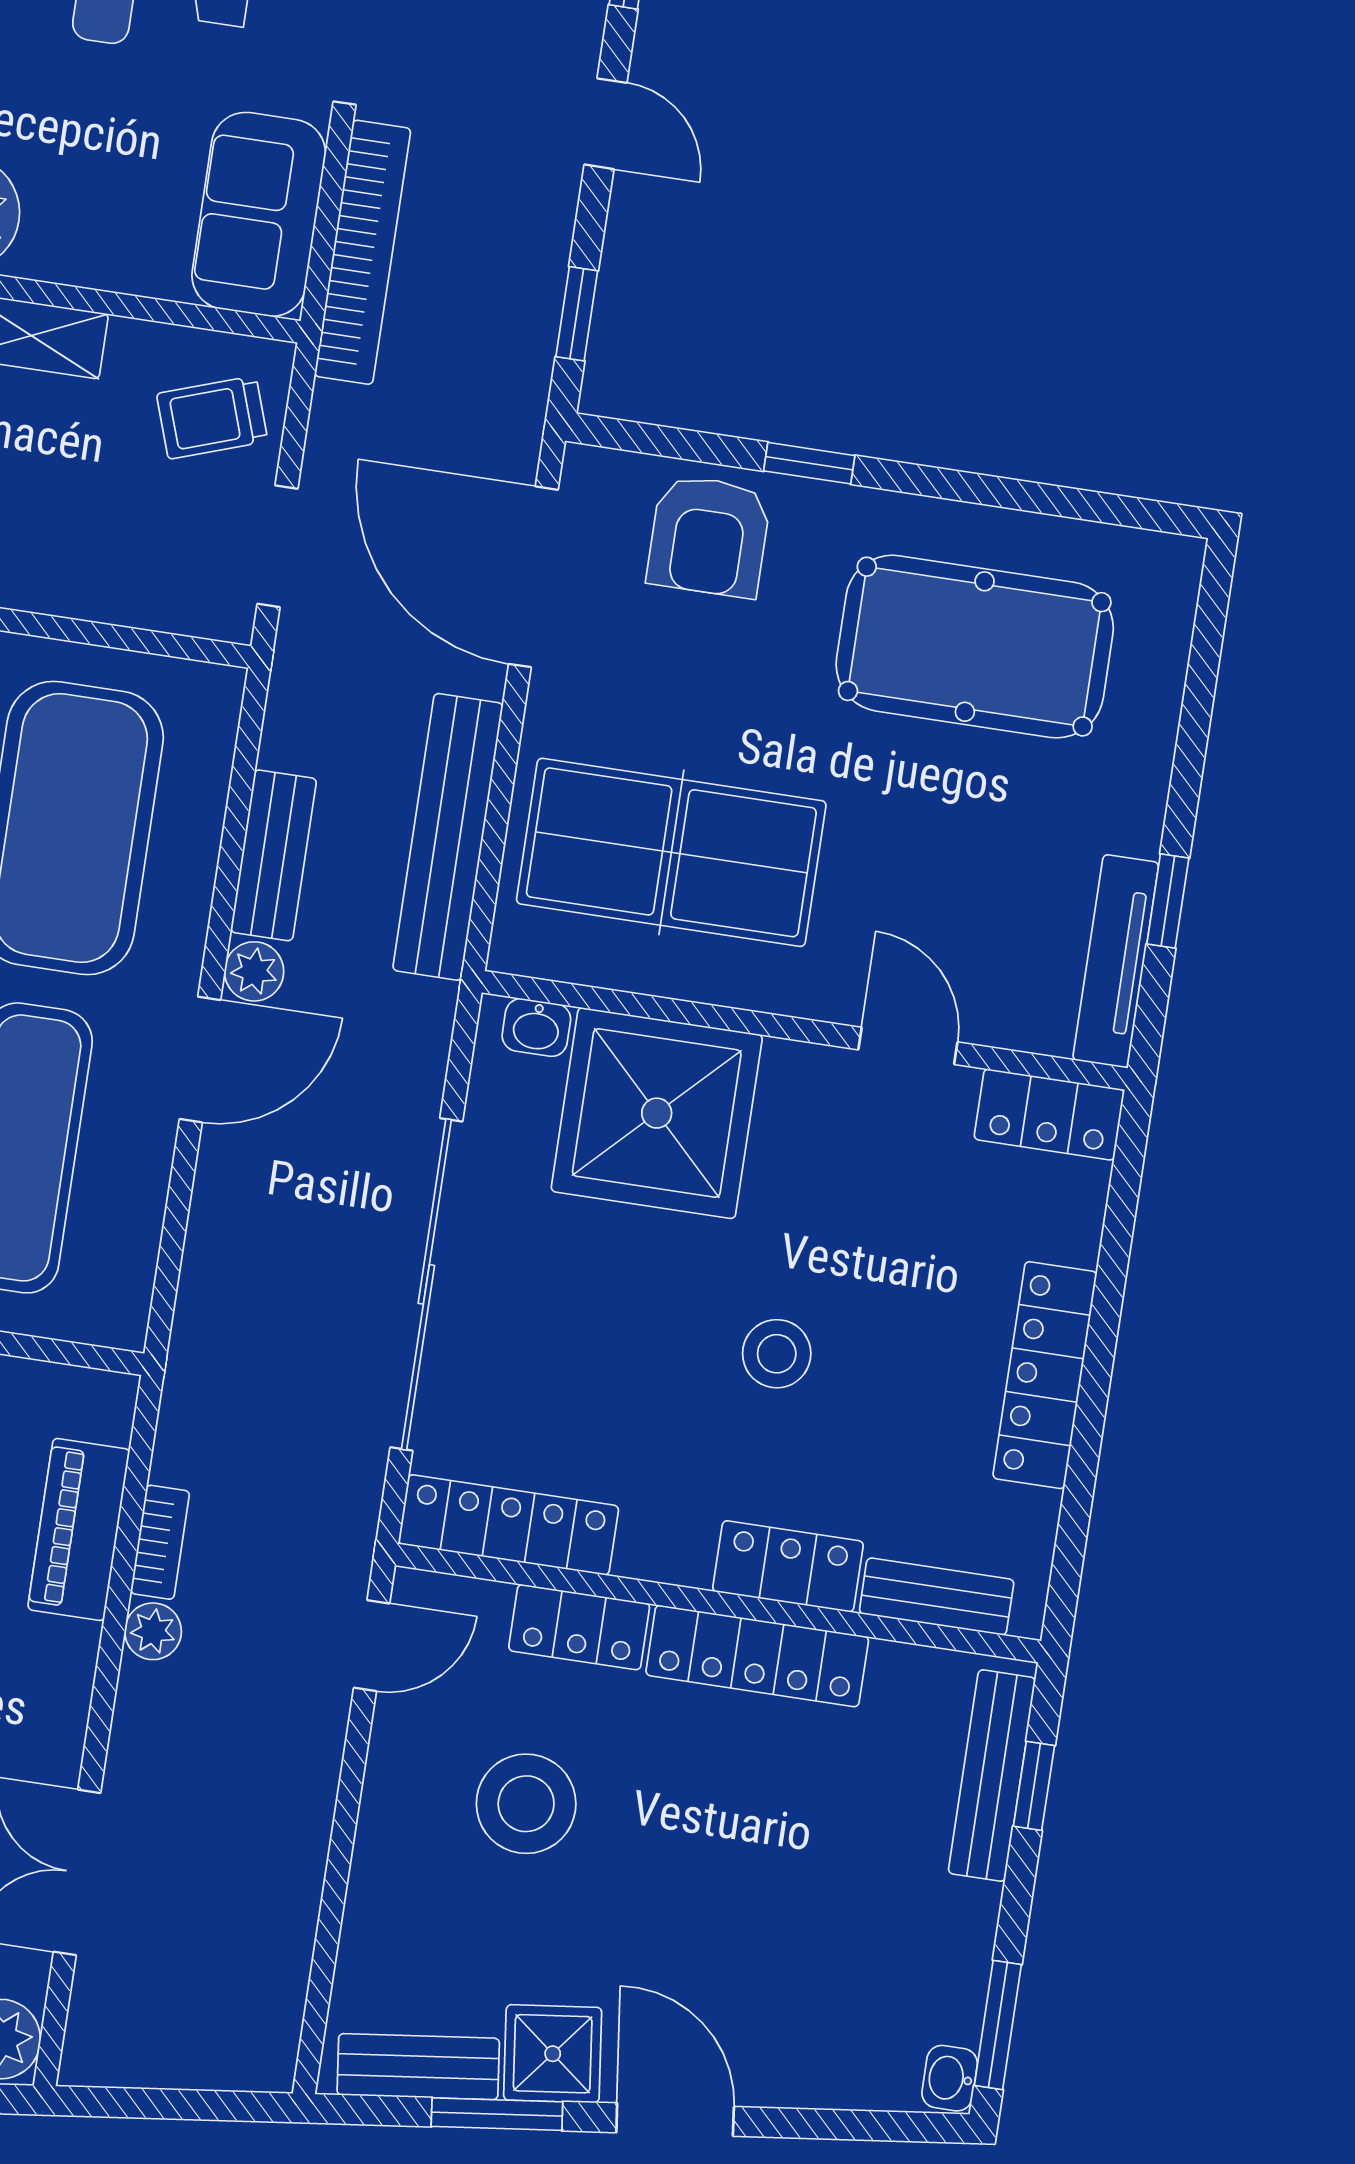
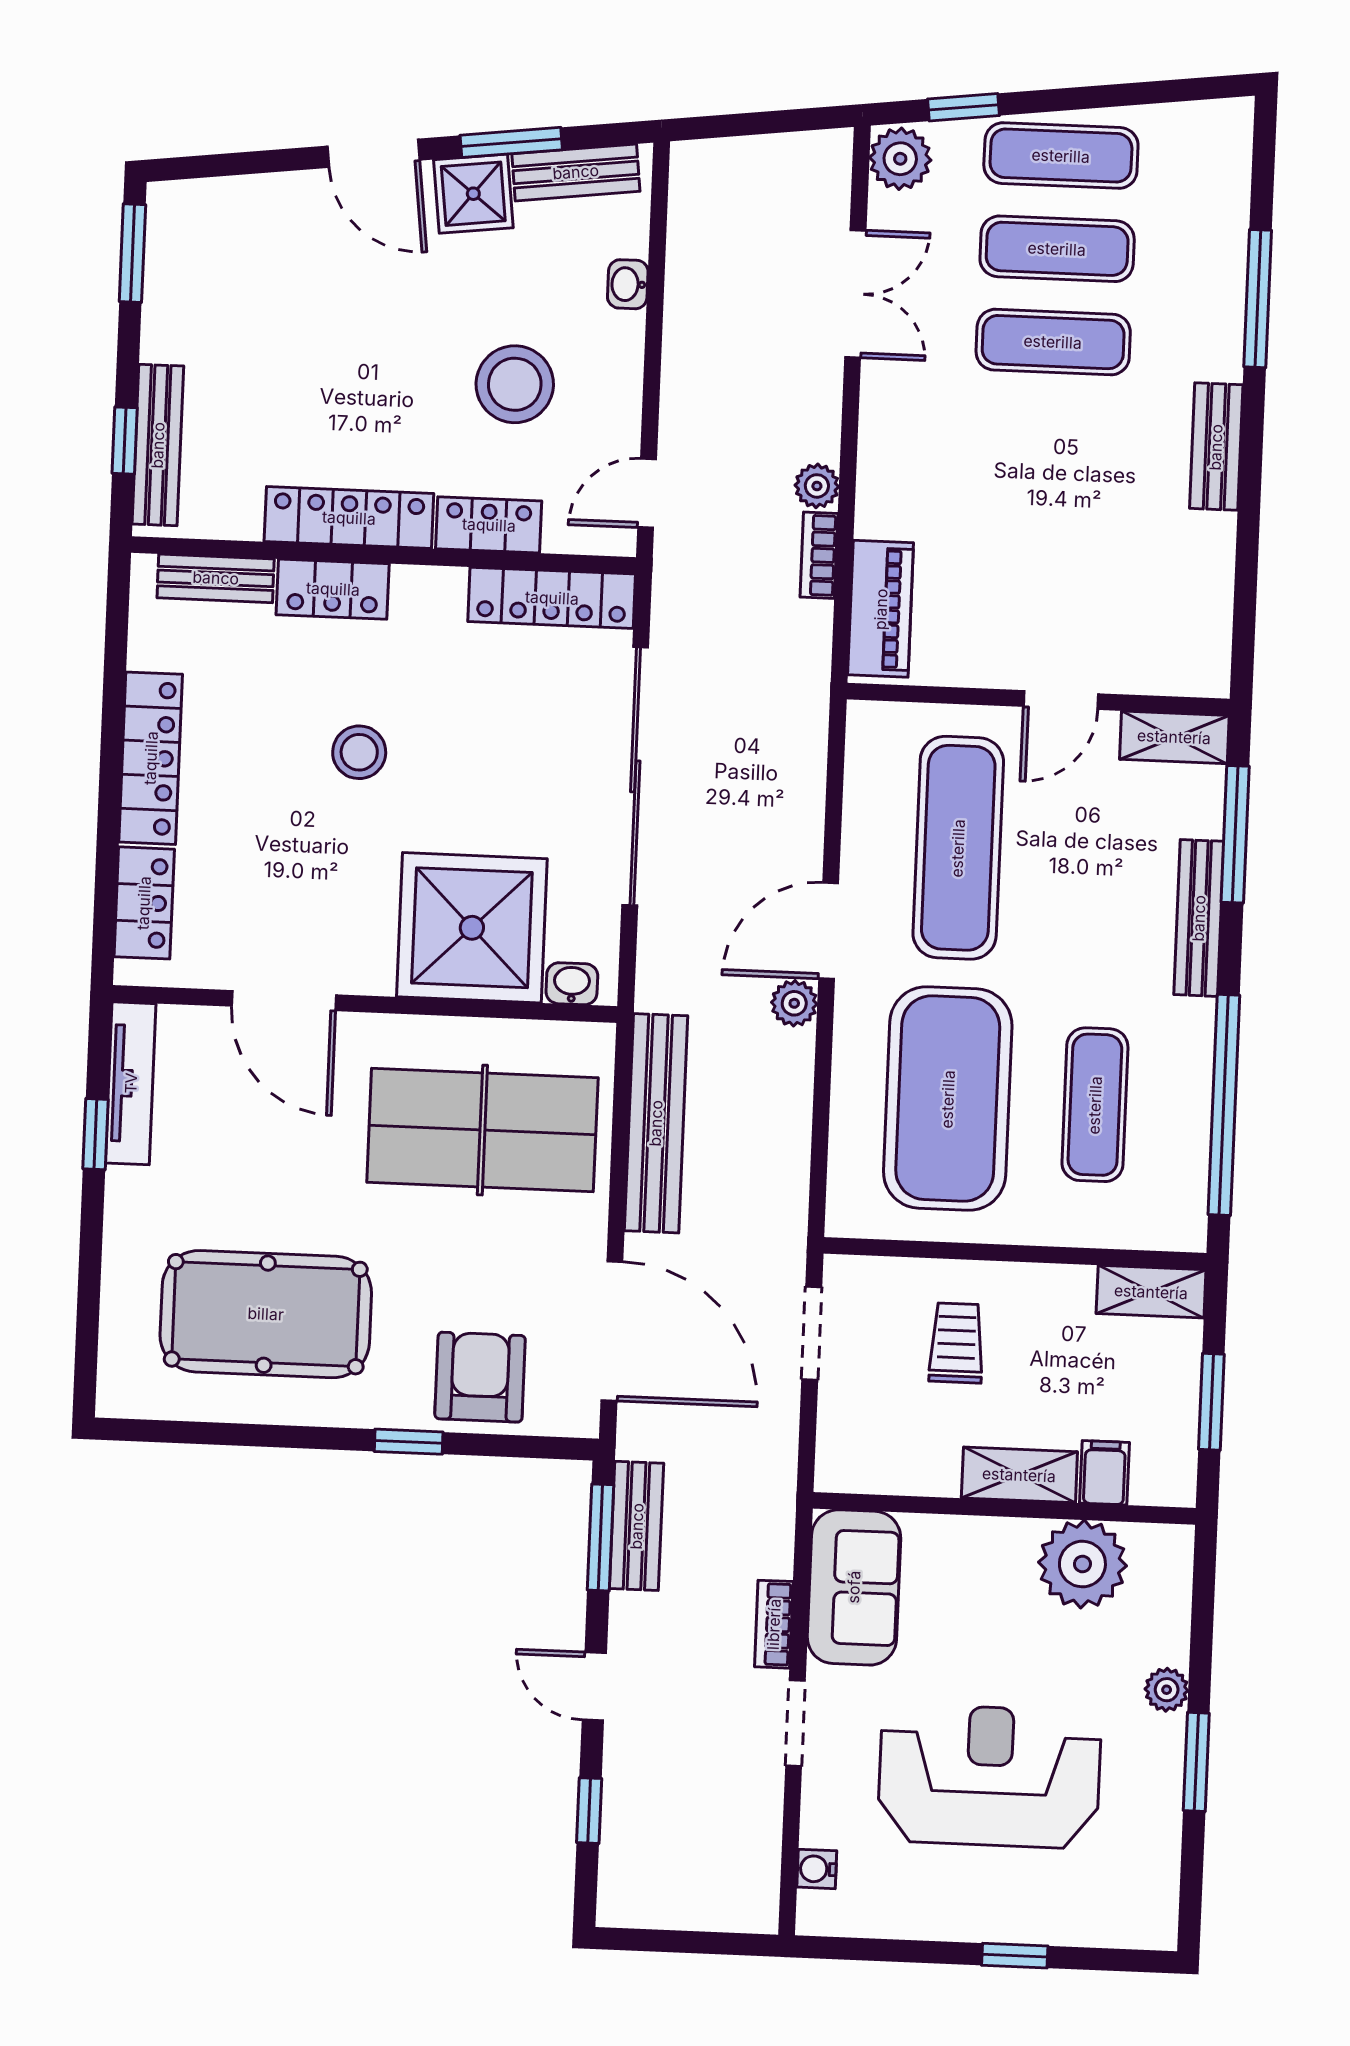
bookcase: (363, 252) -> (774, 1624), width x0.43, depth x0.76
window: (577, 314) -> (601, 1537), width x1.50
trolley: (212, 417) -> (956, 1343), moved, turned -71
bench: (273, 855) -> (637, 1526), moved
door: (908, 1046) -> (284, 1001), width x1.37
locker: (1049, 1114) -> (144, 903), moved, turned 90
piano: (79, 1529) -> (881, 609), moved
washbasin: (950, 2078) -> (628, 284), moved, turned 180

